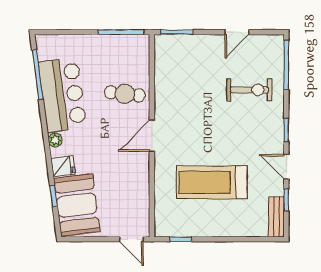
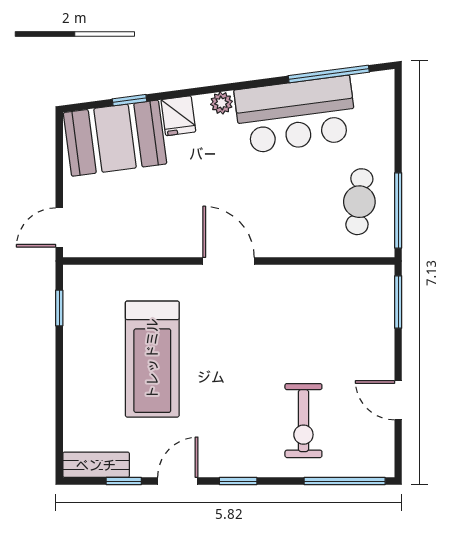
cafe table: (125, 94) -> (359, 202), moved
treadmill: (212, 182) -> (152, 359), turned 180

